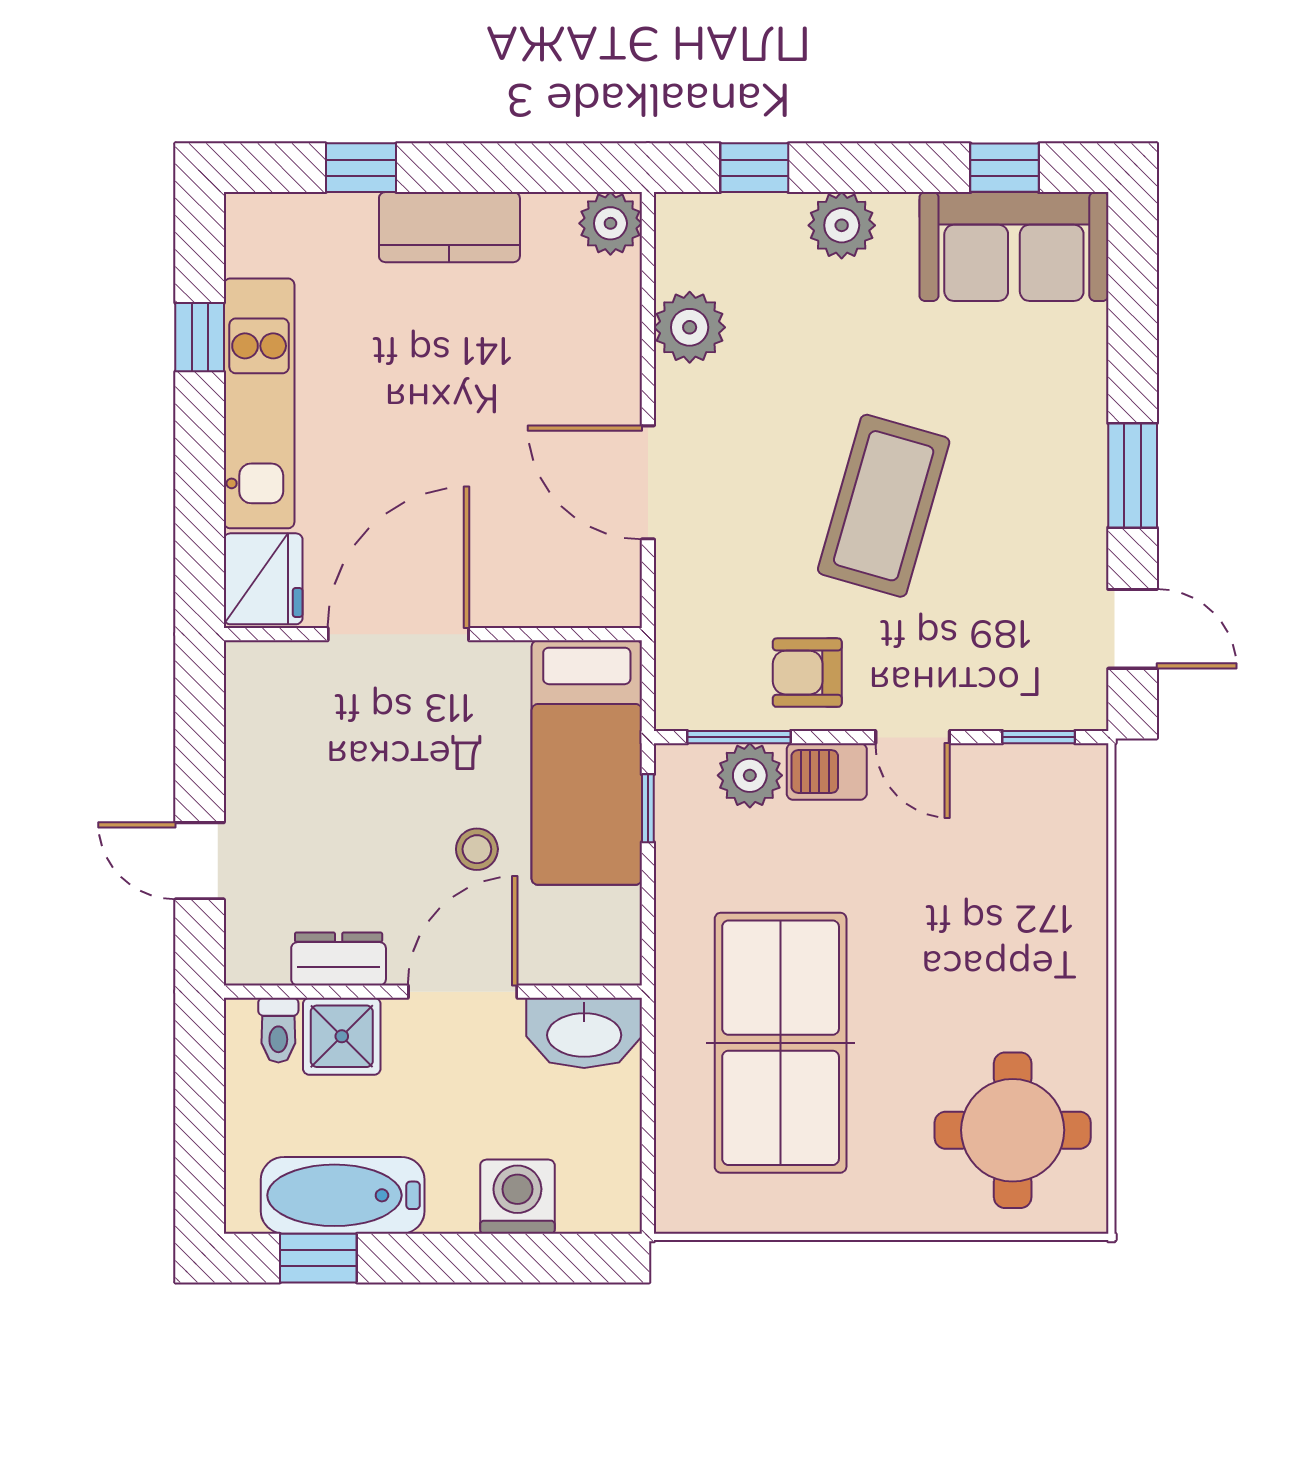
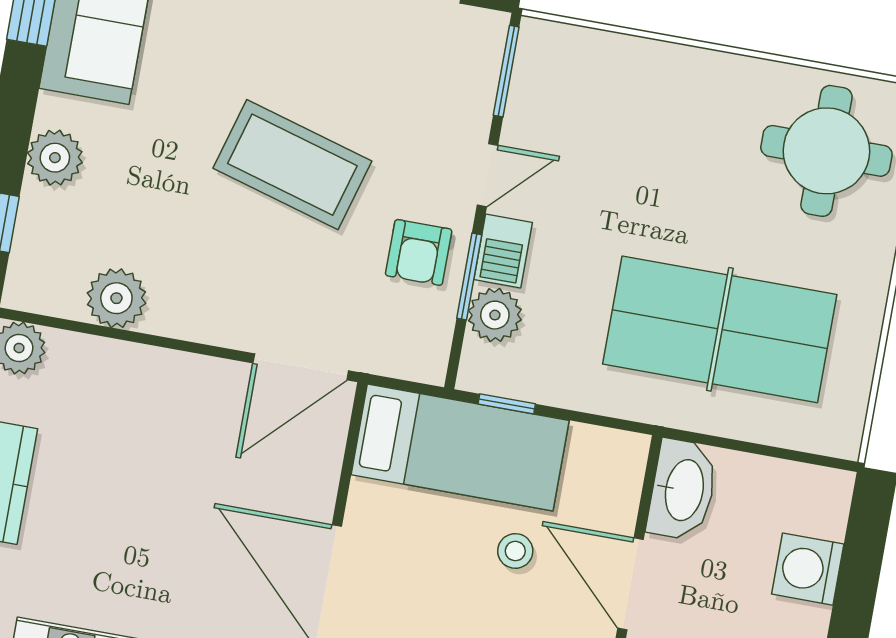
door: (648, 482) -> (301, 367), moved
window: (739, 737) -> (469, 277), moved
window: (1039, 737) -> (506, 71), width x1.50

